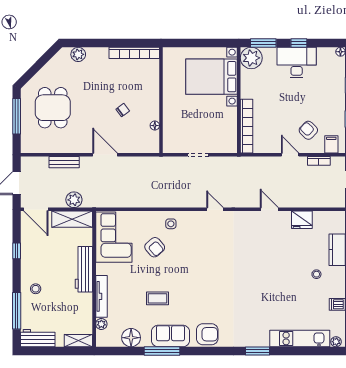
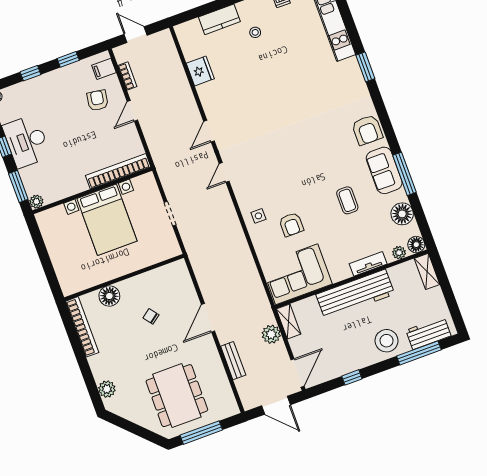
plant: (251, 58) -> (36, 202), width x0.53, depth x0.53
bed with nightstands: (212, 77) -> (107, 220), moved
dining table: (53, 108) -> (177, 396), width x1.38
floor lamp: (155, 126) -> (109, 296), moved, width x1.89, depth x1.89
armchair: (308, 130) -> (97, 100), turned 145
door: (269, 209) -> (209, 131), moved
shelving: (72, 219) -> (289, 322), width x0.67, depth x0.75
armchair: (155, 247) -> (291, 224), turned 131
workbench: (84, 269) -> (355, 294), width x1.36, depth x1.32
stool: (36, 289) -> (387, 341), width x1.89, depth x1.89
tv unit: (101, 296) -> (368, 264), width x0.71
armchair: (207, 334) -> (367, 130), turned 180
workbench: (38, 338) -> (428, 333), moved, turned 90
floor lamp: (103, 340) -> (416, 245), added

